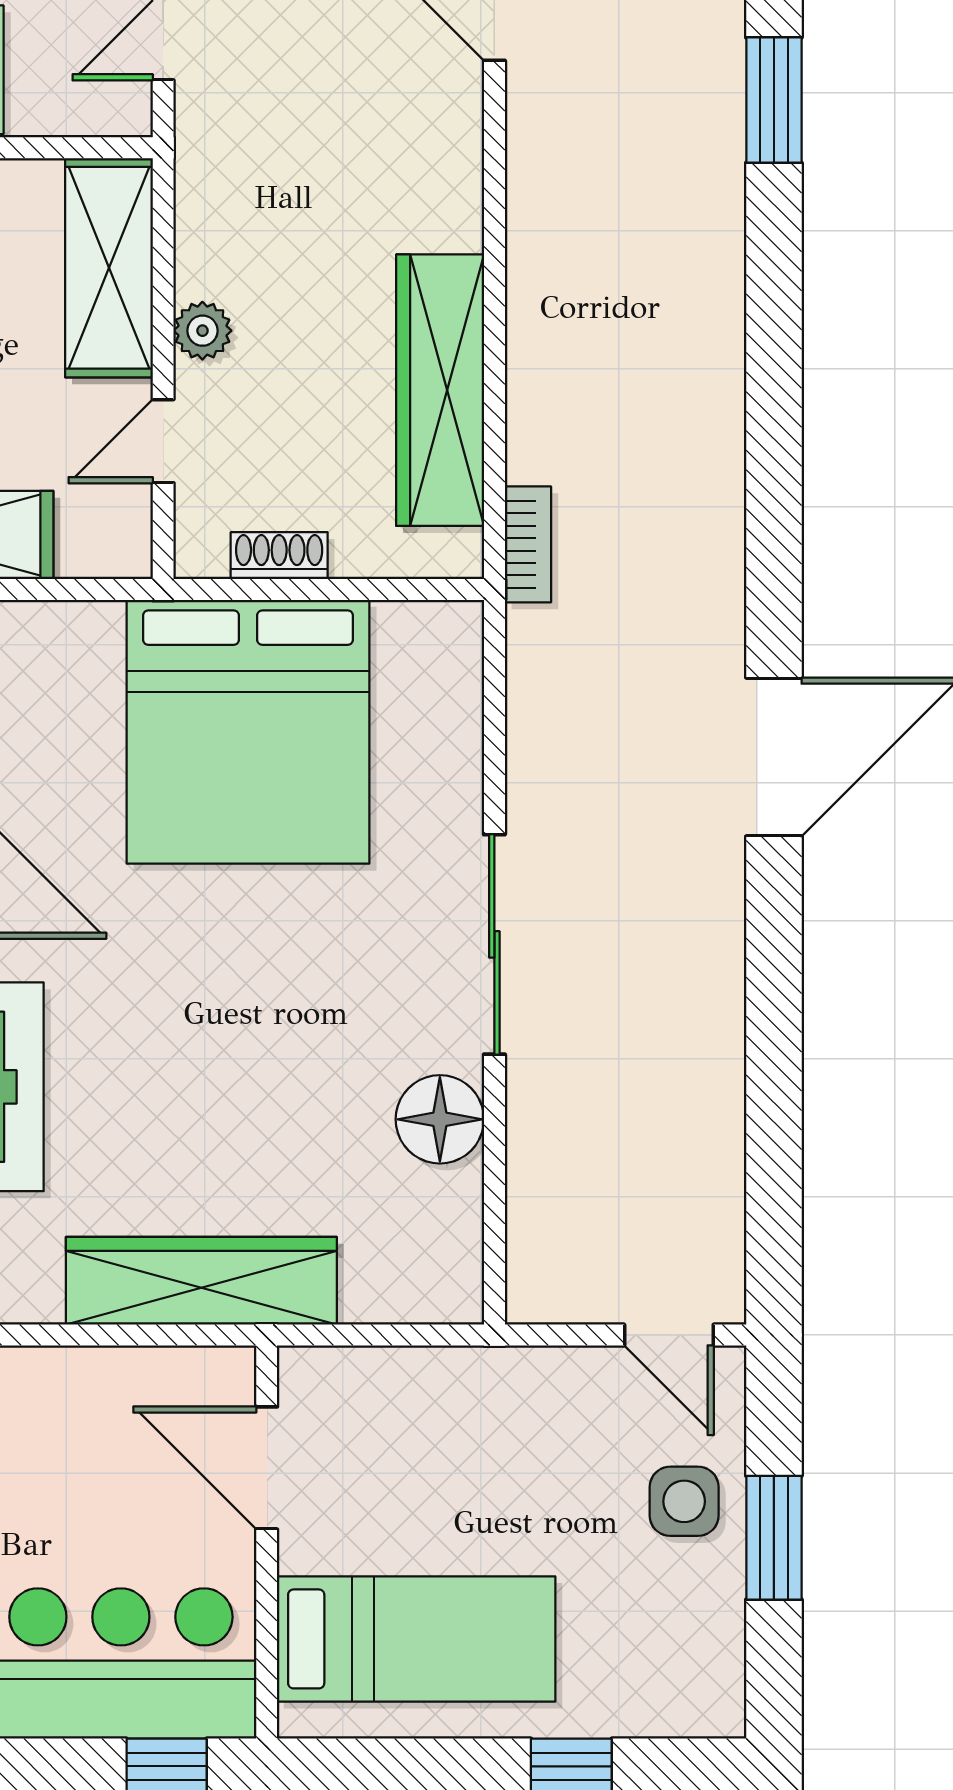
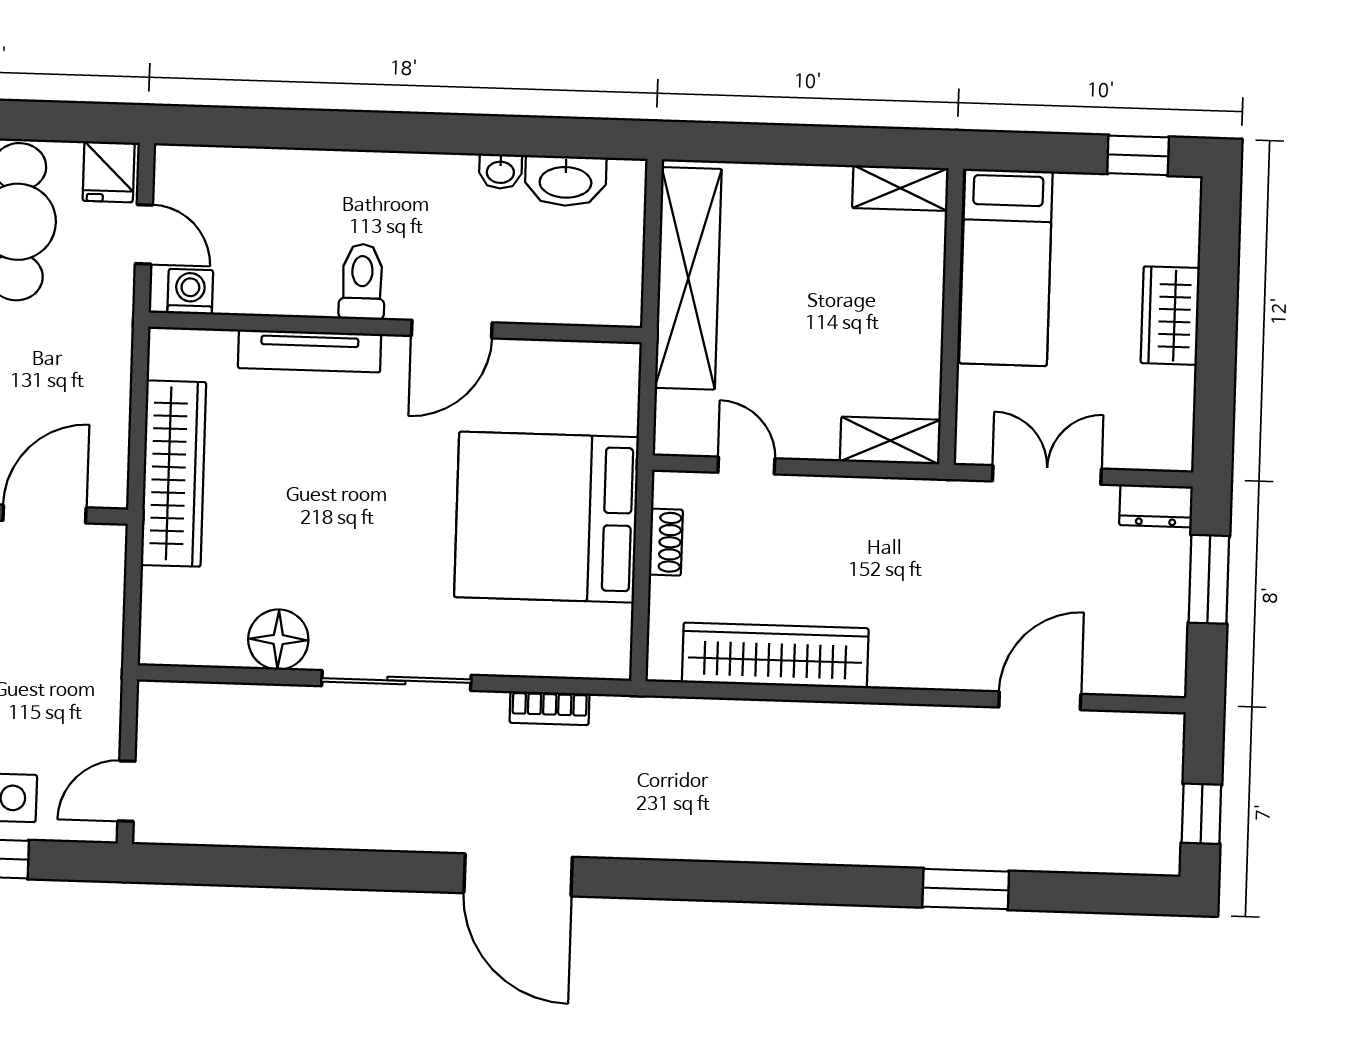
shelving: (109, 268) -> (890, 441), width x0.67, depth x0.75
plant: (202, 331) -> (821, 495), removed
bookcase: (528, 544) -> (550, 708), moved

